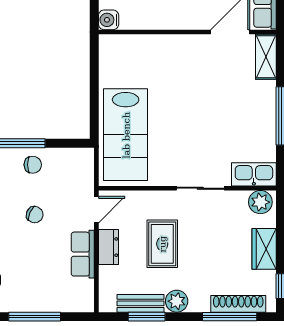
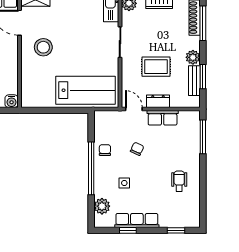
stool: (192, 69) -> (43, 47), added
window: (35, 317) -> (203, 137), moved

